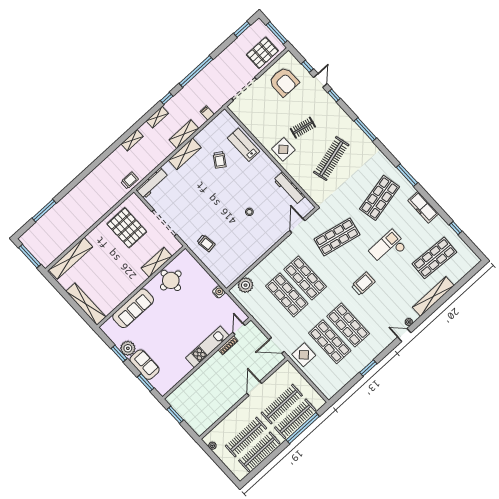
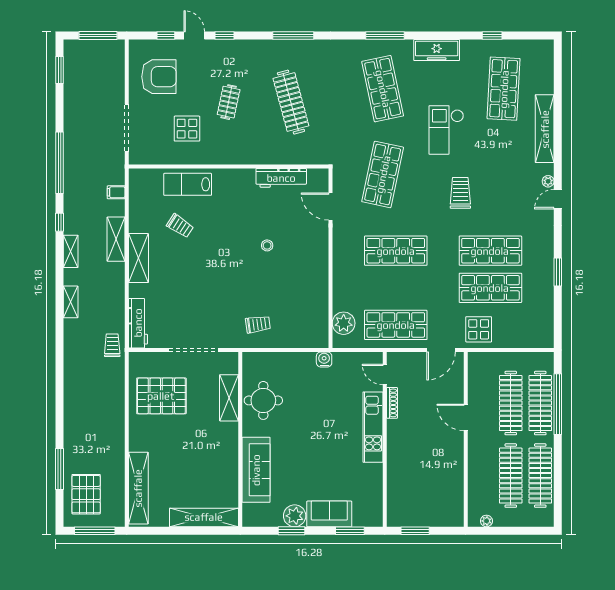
pallet: (262, 53) -> (86, 494), moved
display table: (283, 149) -> (187, 129), moved
shop shelf: (287, 295) -> (396, 325), moved

